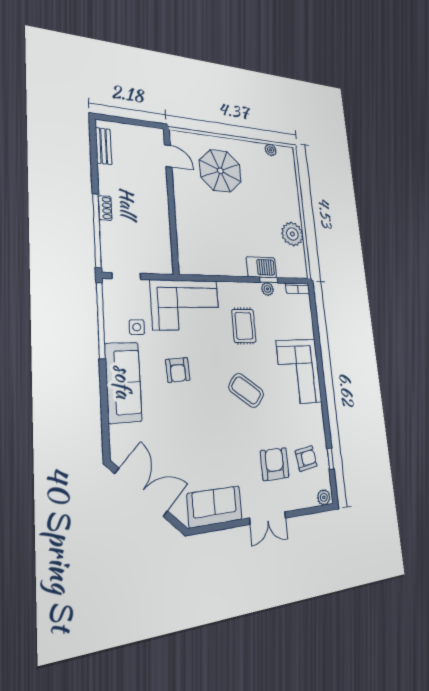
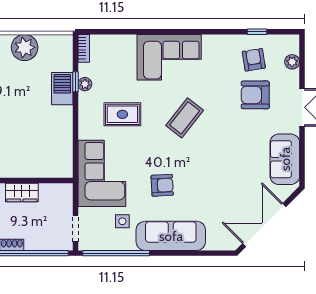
wardrobe: (161, 222) -> (22, 192), added
plant: (324, 497) -> (292, 62), moved

